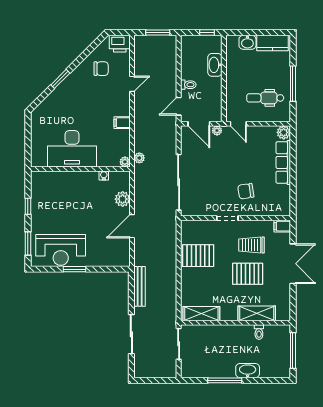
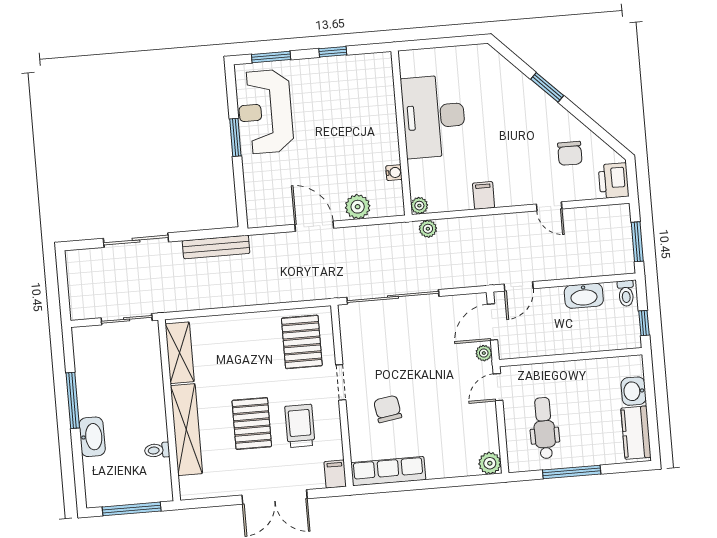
washbasin: (215, 65) -> (584, 296), moved, turned 180
toilet: (188, 85) -> (626, 293), moved
door: (179, 106) -> (519, 286), swing flipped
row of seats: (283, 162) -> (388, 471), moved
pallet: (198, 256) -> (302, 342), moved
shelving: (257, 313) -> (186, 430), width x1.47

